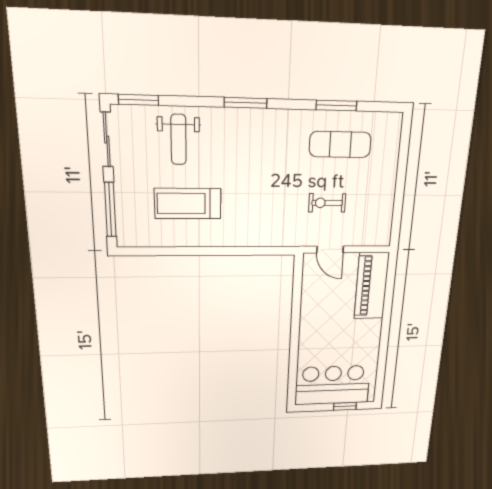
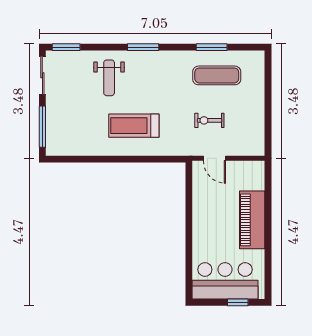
weight bench: (179, 139) -> (109, 78), moved
treadmill: (188, 204) -> (134, 126), moved
piano: (372, 286) -> (252, 220), moved

